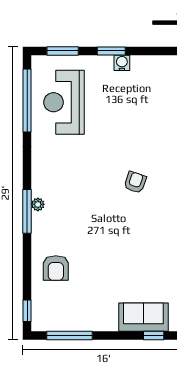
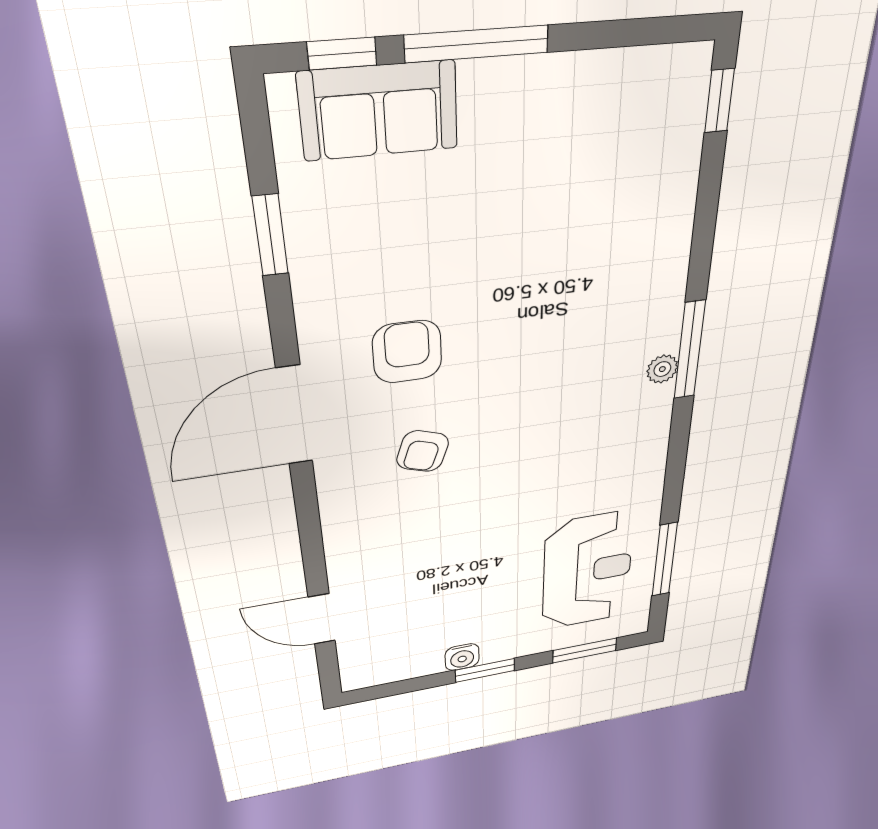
window: (27, 100) -> (665, 560), width x0.68
armchair: (56, 268) -> (407, 352), moved
window: (69, 335) -> (477, 44), moved

